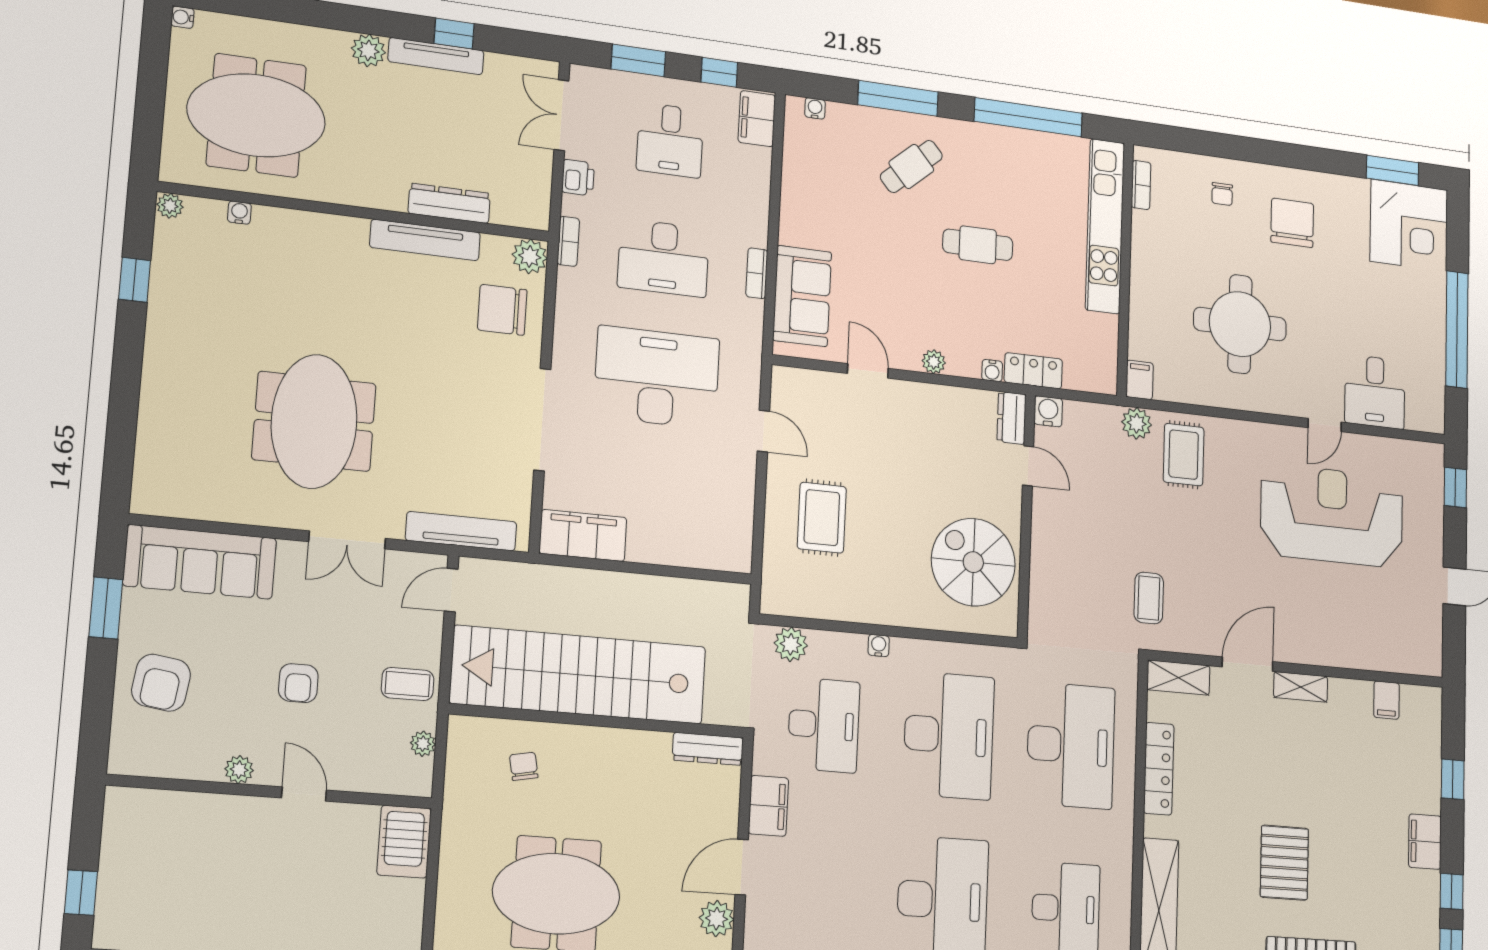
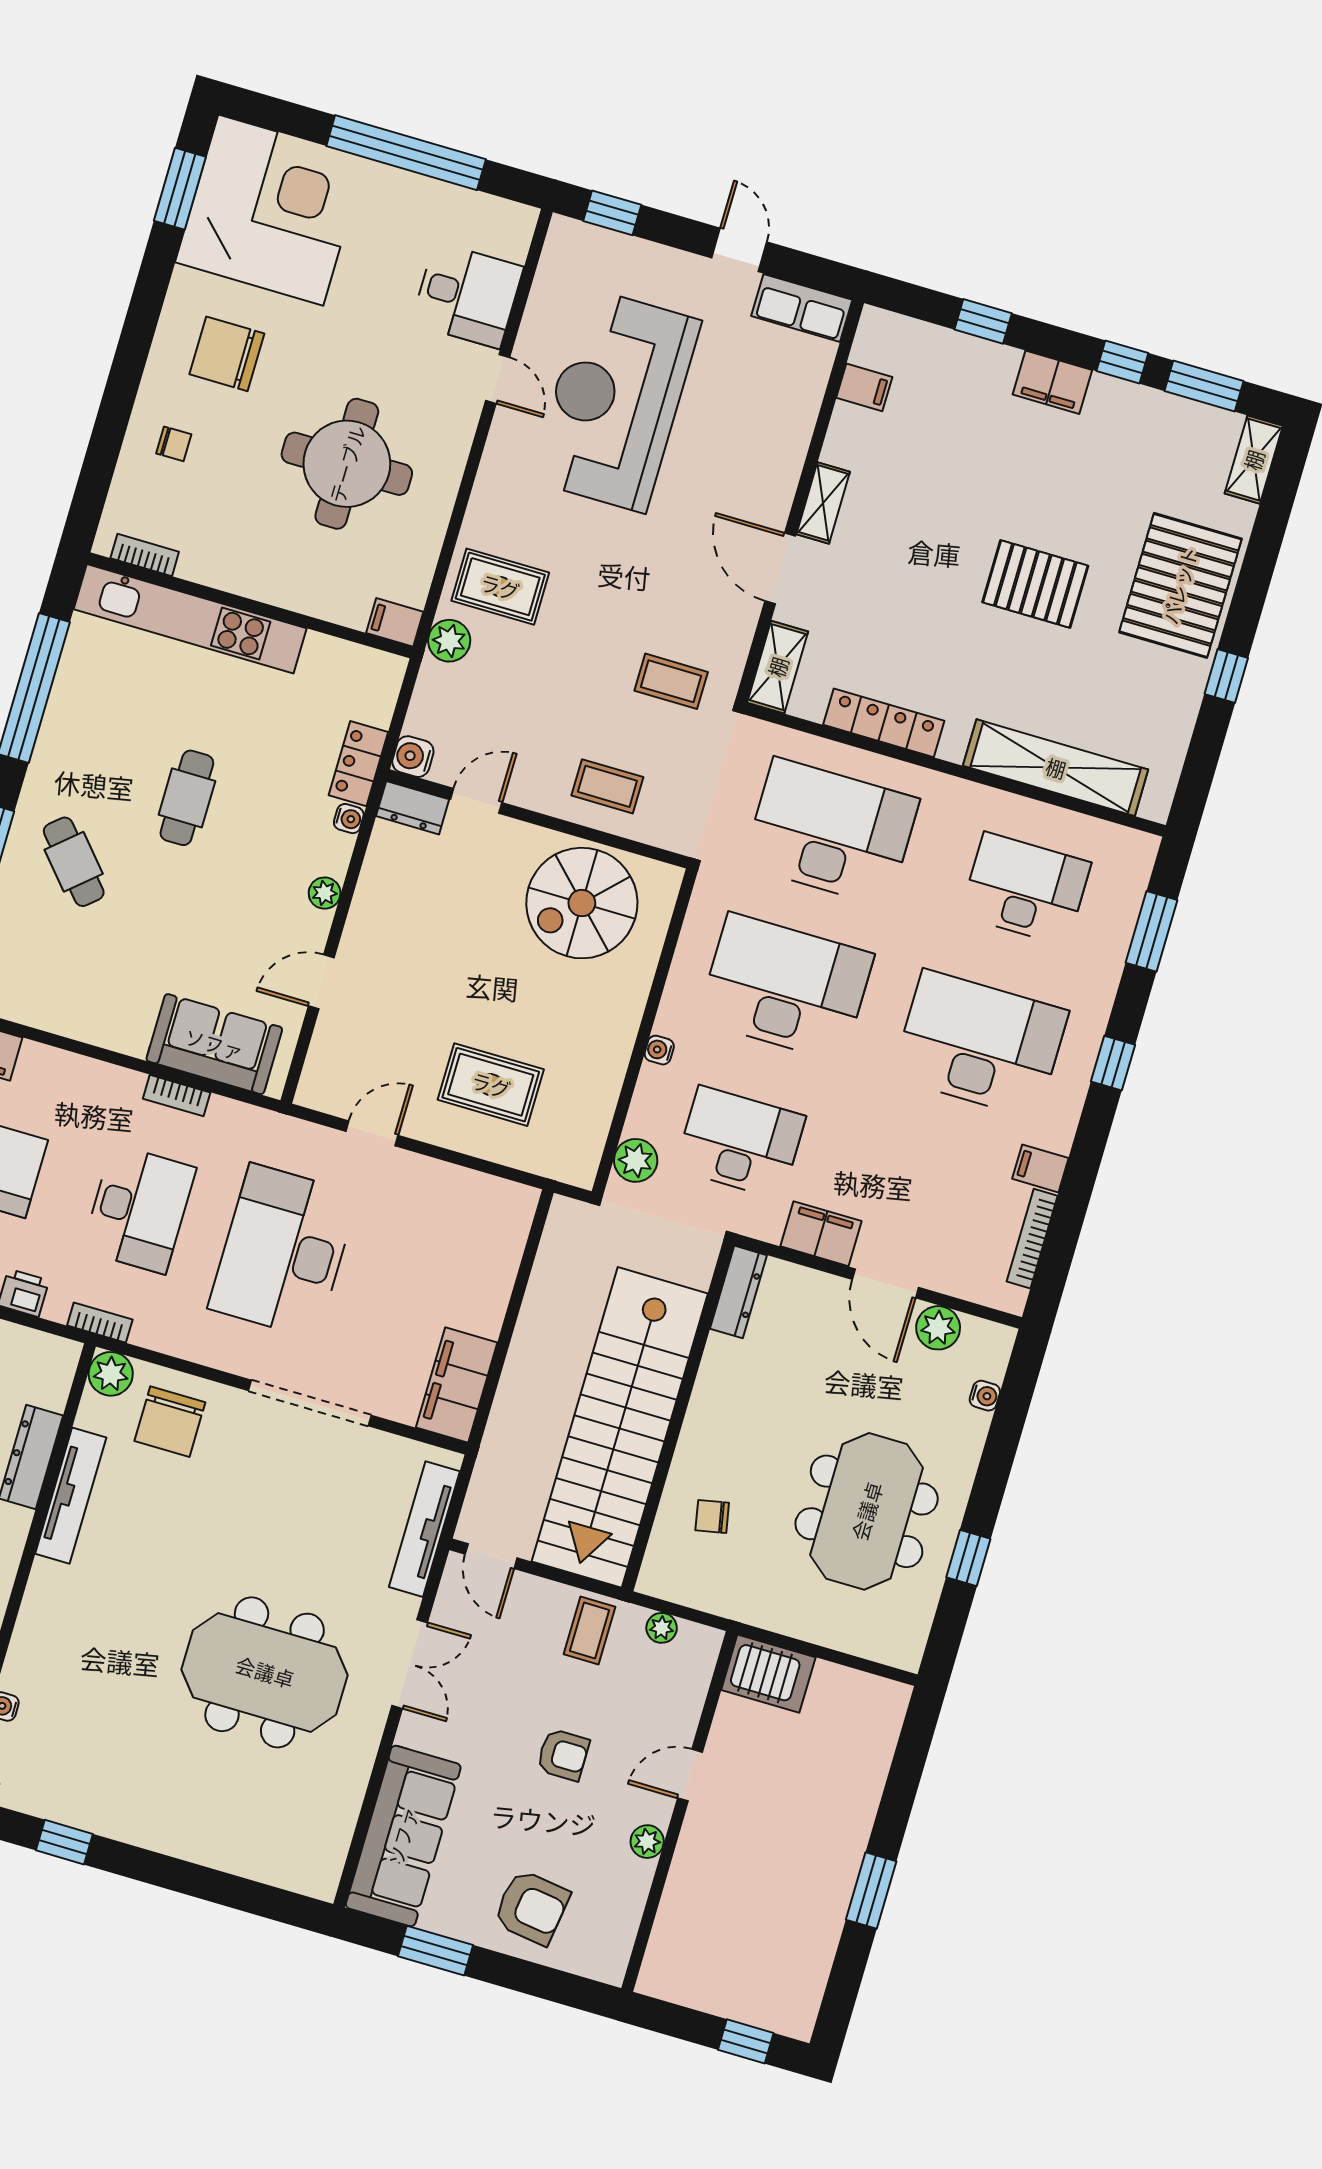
corner desk: (1409, 225) -> (271, 210), width x1.36, depth x1.36
coffee table: (1062, 565) -> (607, 786), added
row of seats: (1428, 641) -> (802, 308), added

